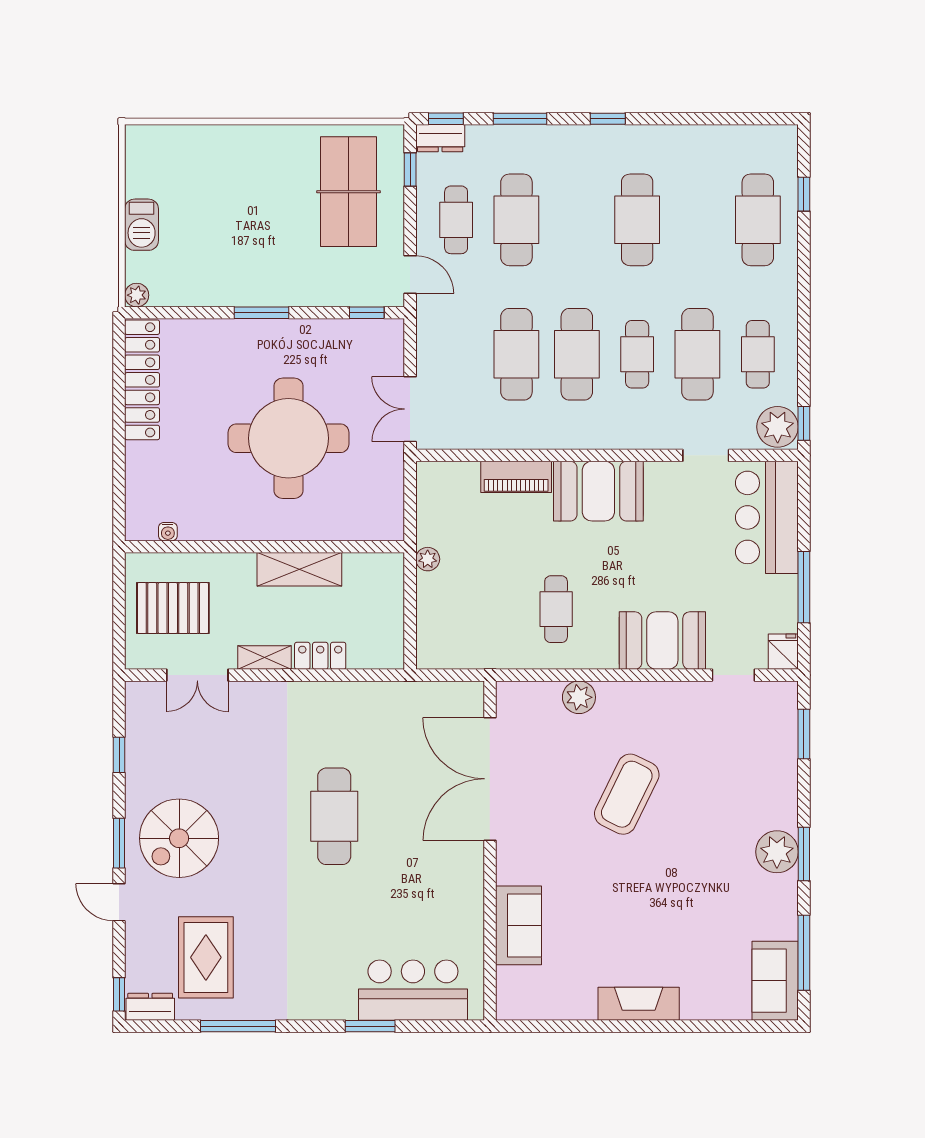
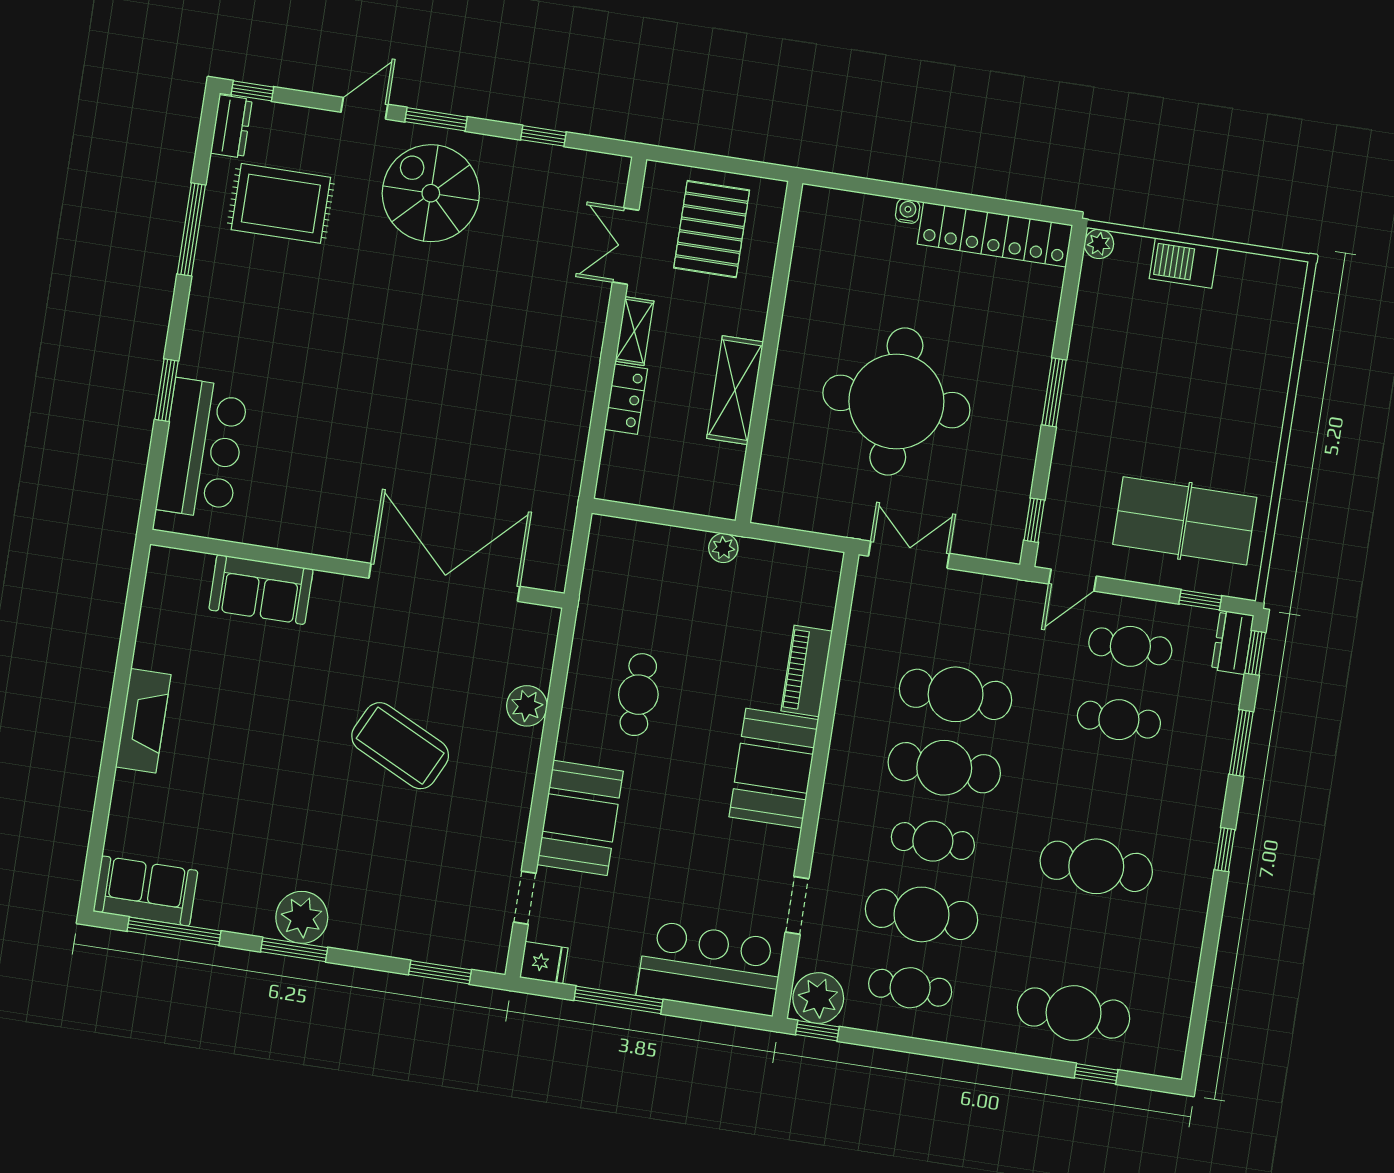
cafe table: (516, 220) -> (1119, 720), width x0.73, depth x0.74
water cooler: (168, 532) -> (908, 211), moved, turned 90
cafe table: (556, 609) -> (638, 695), turned 90
cafe table: (334, 816) -> (428, 386), removed

